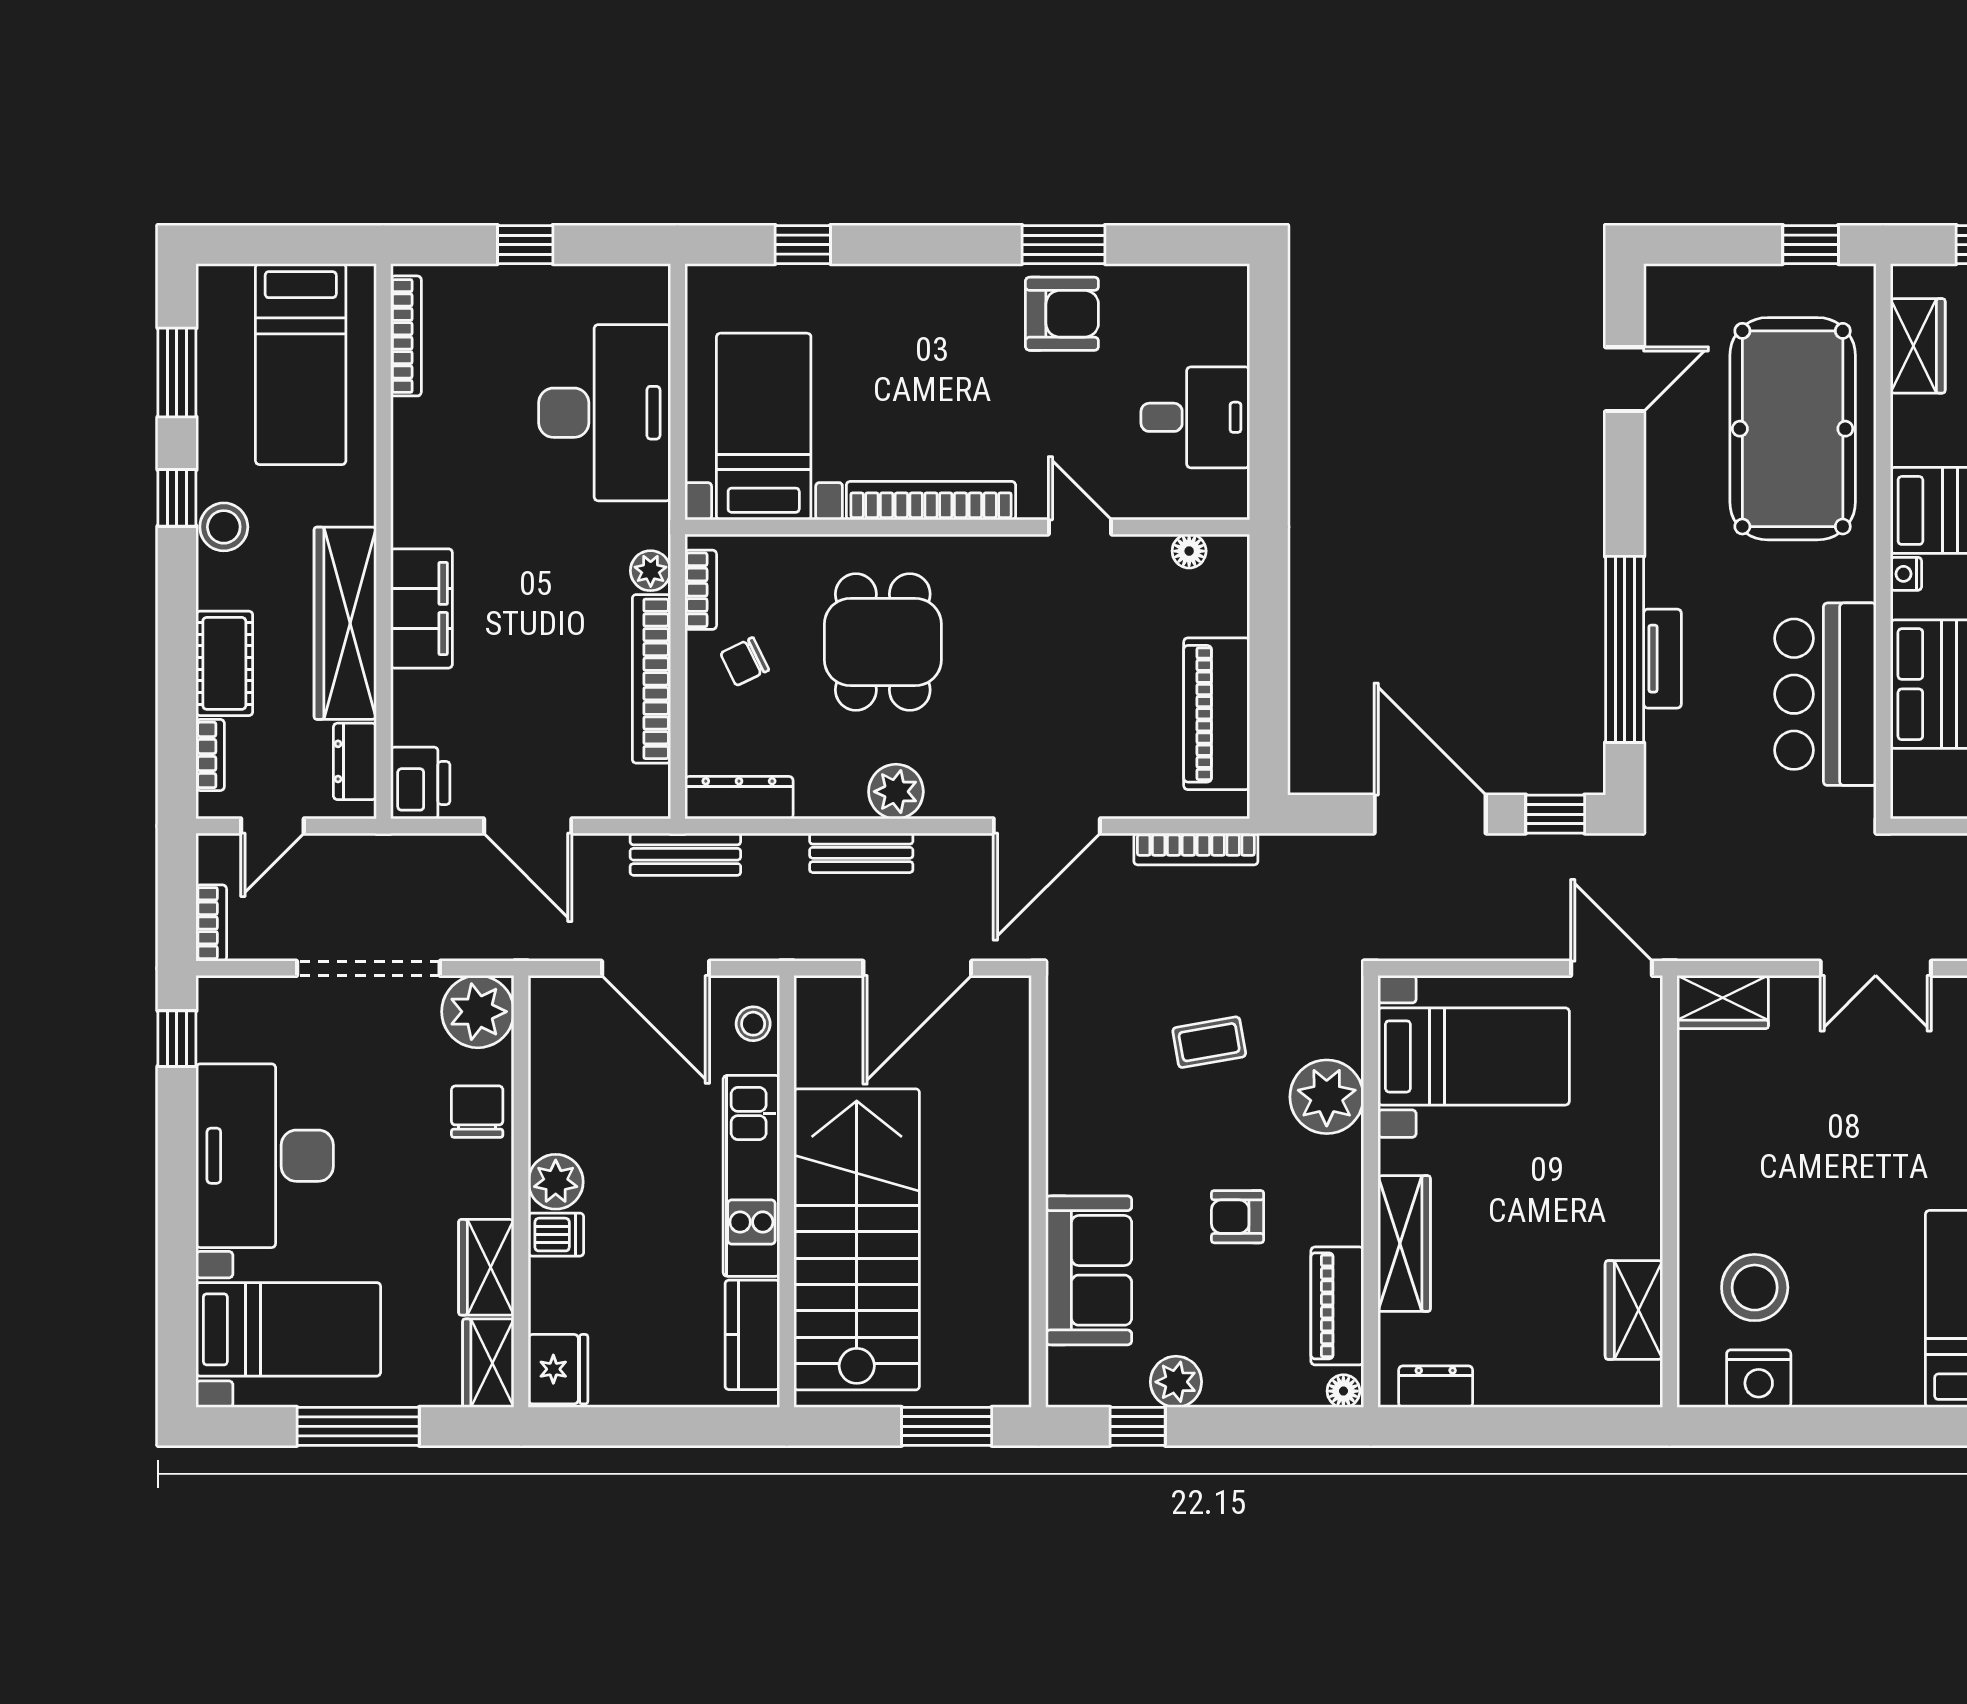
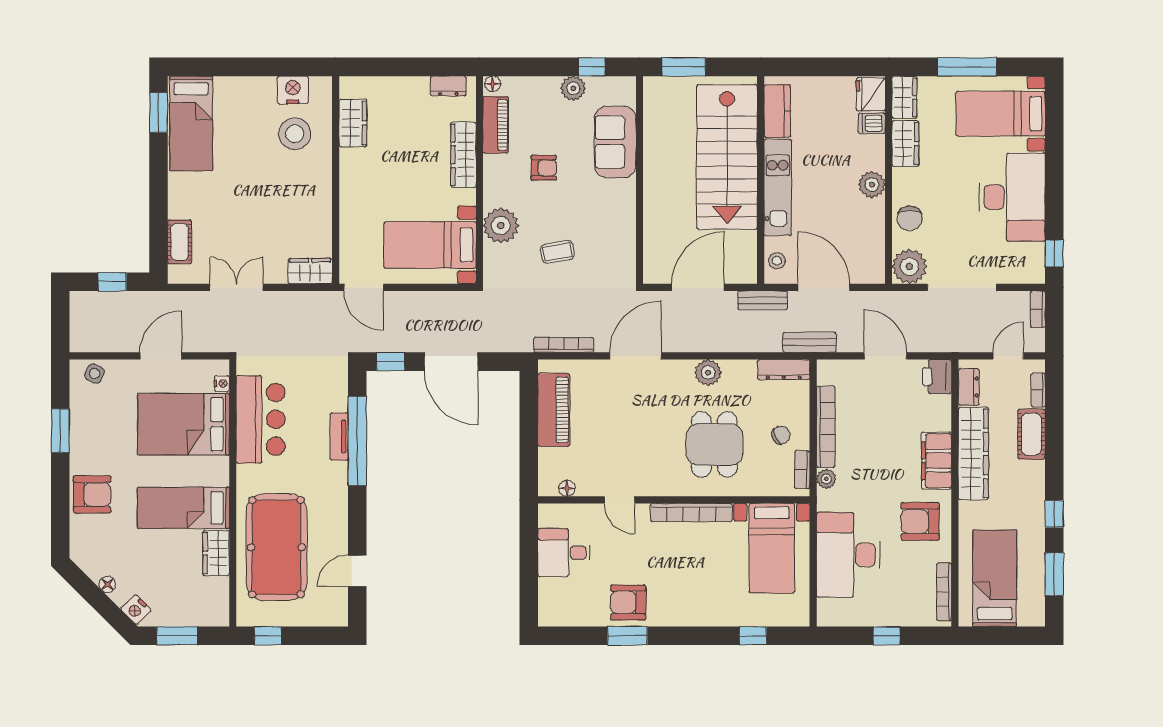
wardrobe: (1918, 346) -> (216, 553), moved
armchair: (456, 482) -> (920, 521), added
stool: (224, 527) -> (1032, 500), removed
nightstand: (1906, 574) -> (222, 383), moved
bench: (861, 853) -> (763, 300), moved
dishwasher: (556, 1235) -> (872, 123), moved

